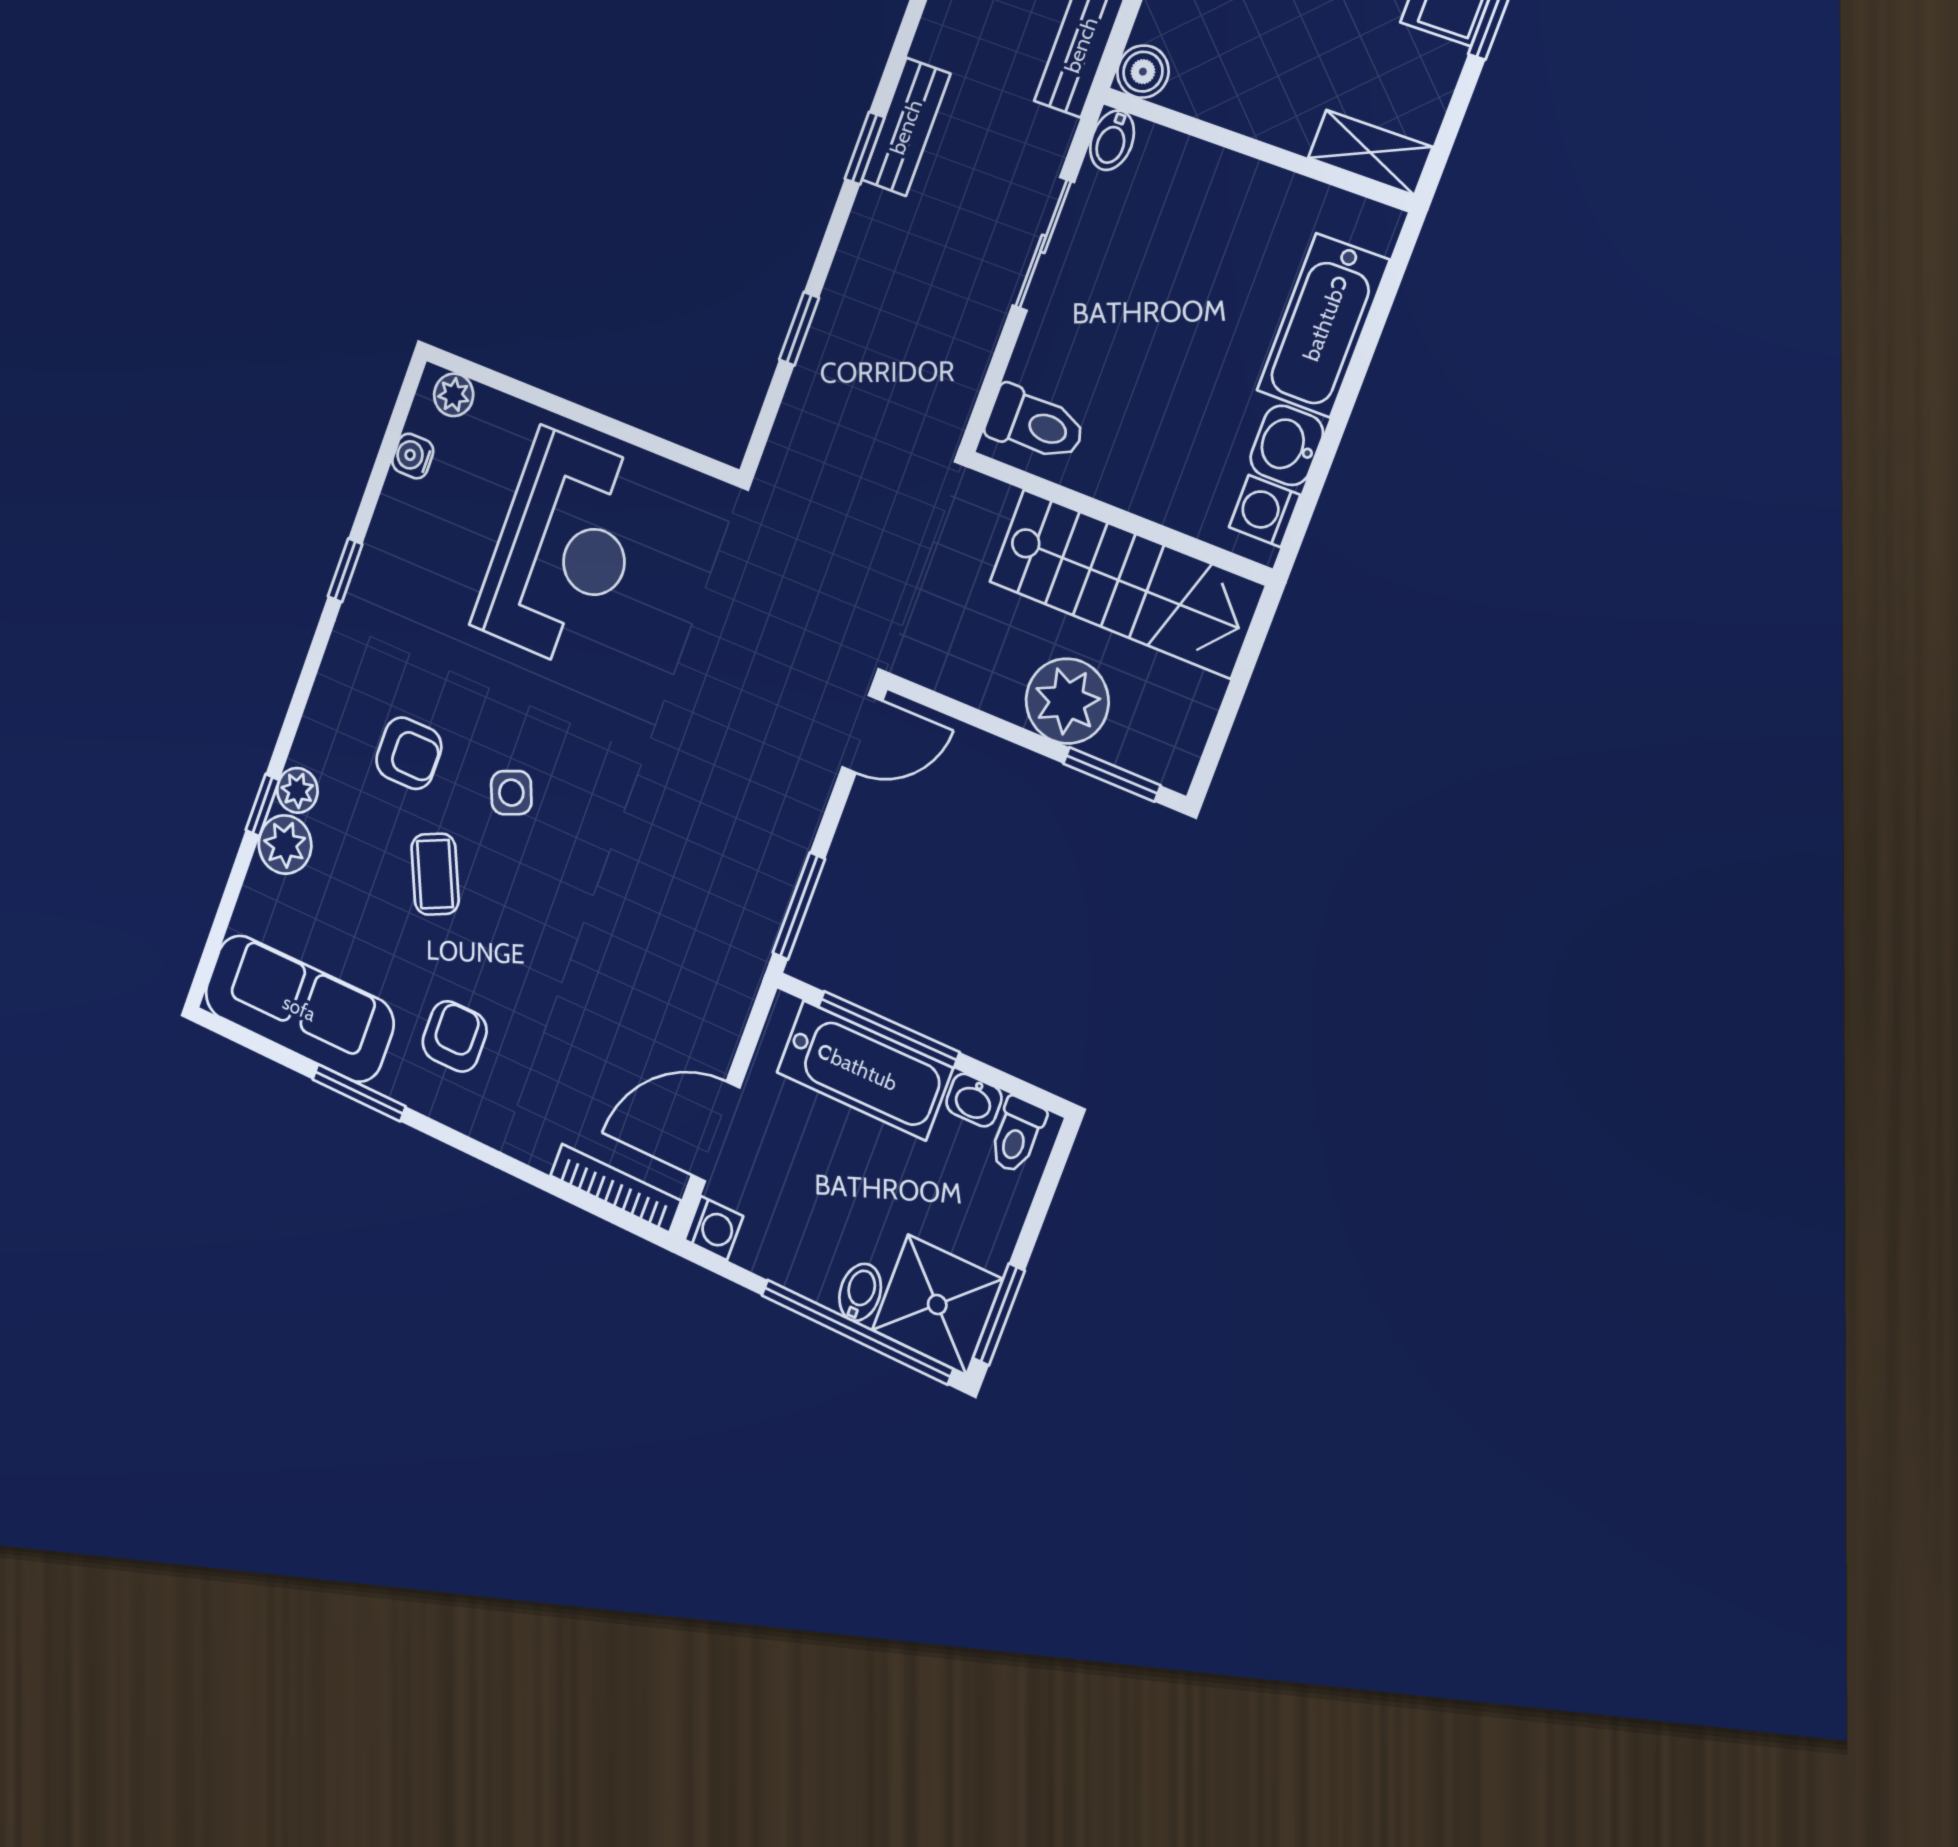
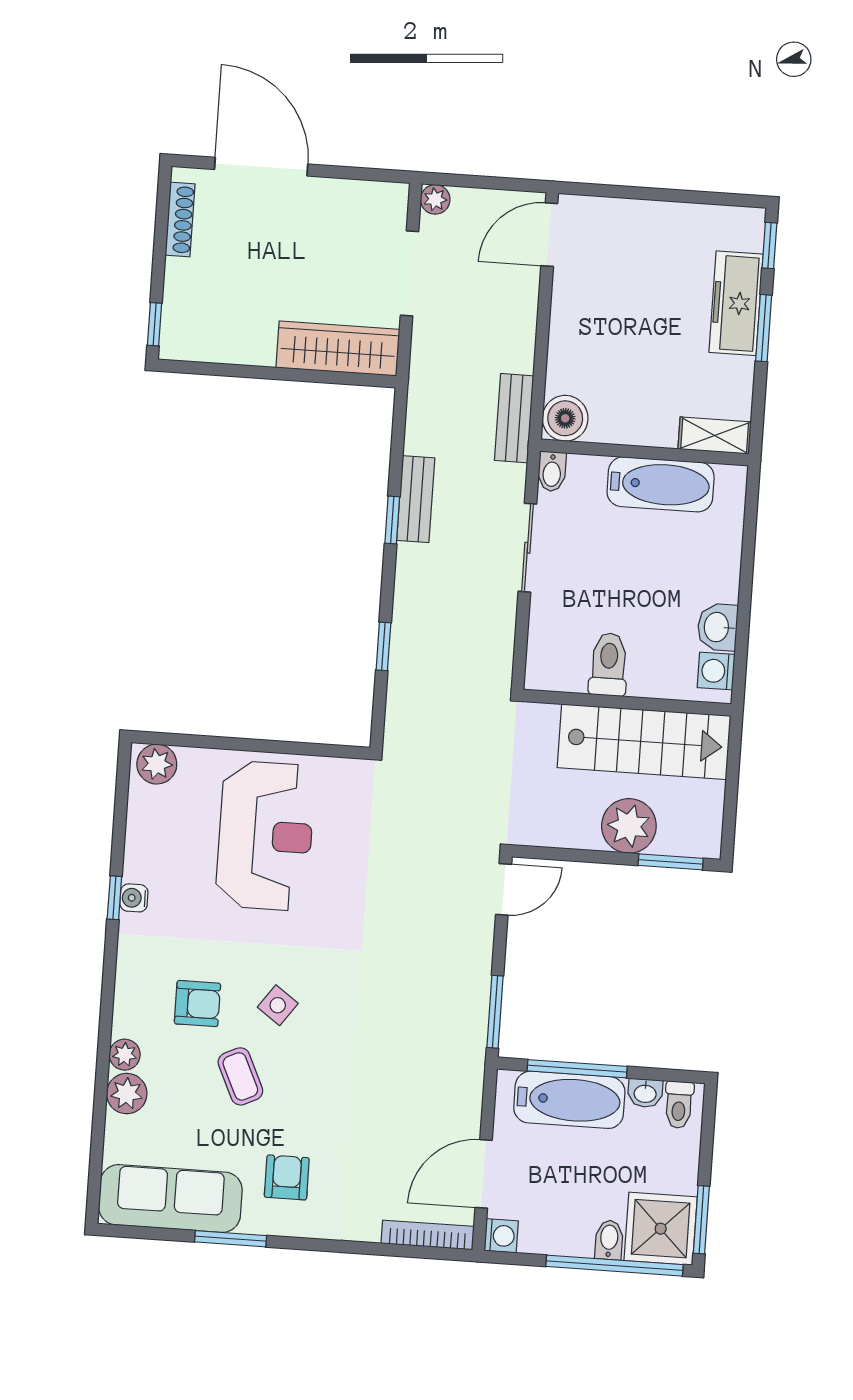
boiler: (1143, 72) -> (565, 418), width x1.36, depth x1.36
bathtub: (1323, 325) -> (661, 484), moved, turned -90
plant: (454, 395) -> (157, 764), width x1.38, depth x1.38
toilet: (1035, 424) -> (609, 664), moved, turned -90
water cooler: (413, 456) -> (134, 898), moved
side table: (511, 793) -> (278, 1005), turned -31
window: (262, 805) -> (102, 1073), removed

